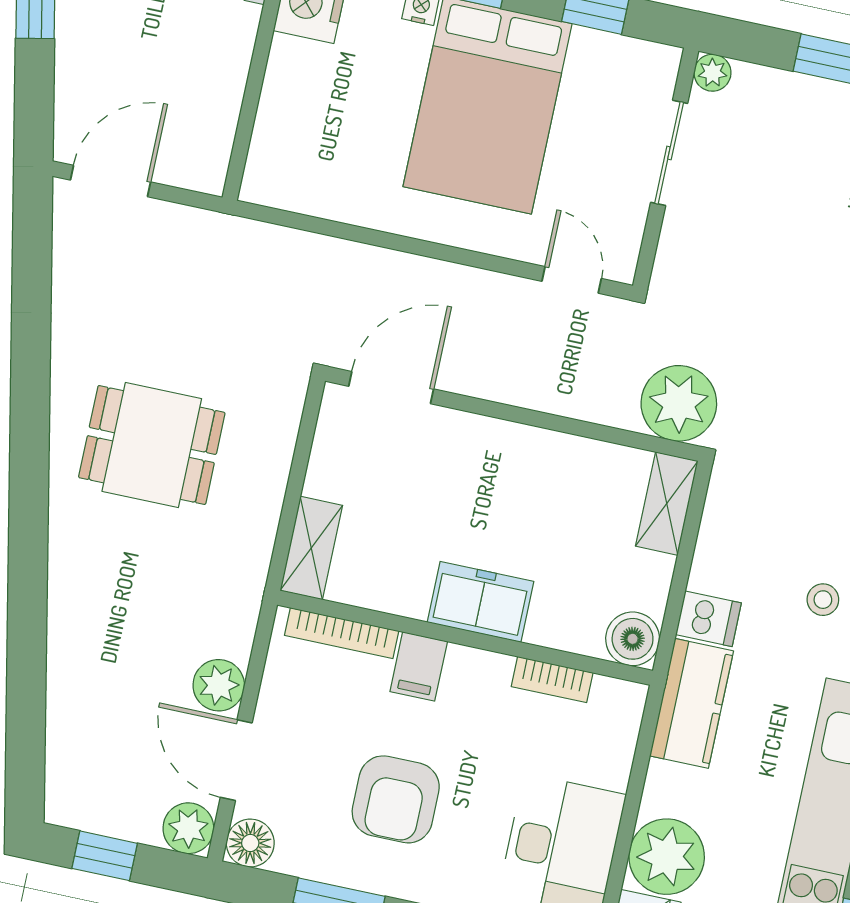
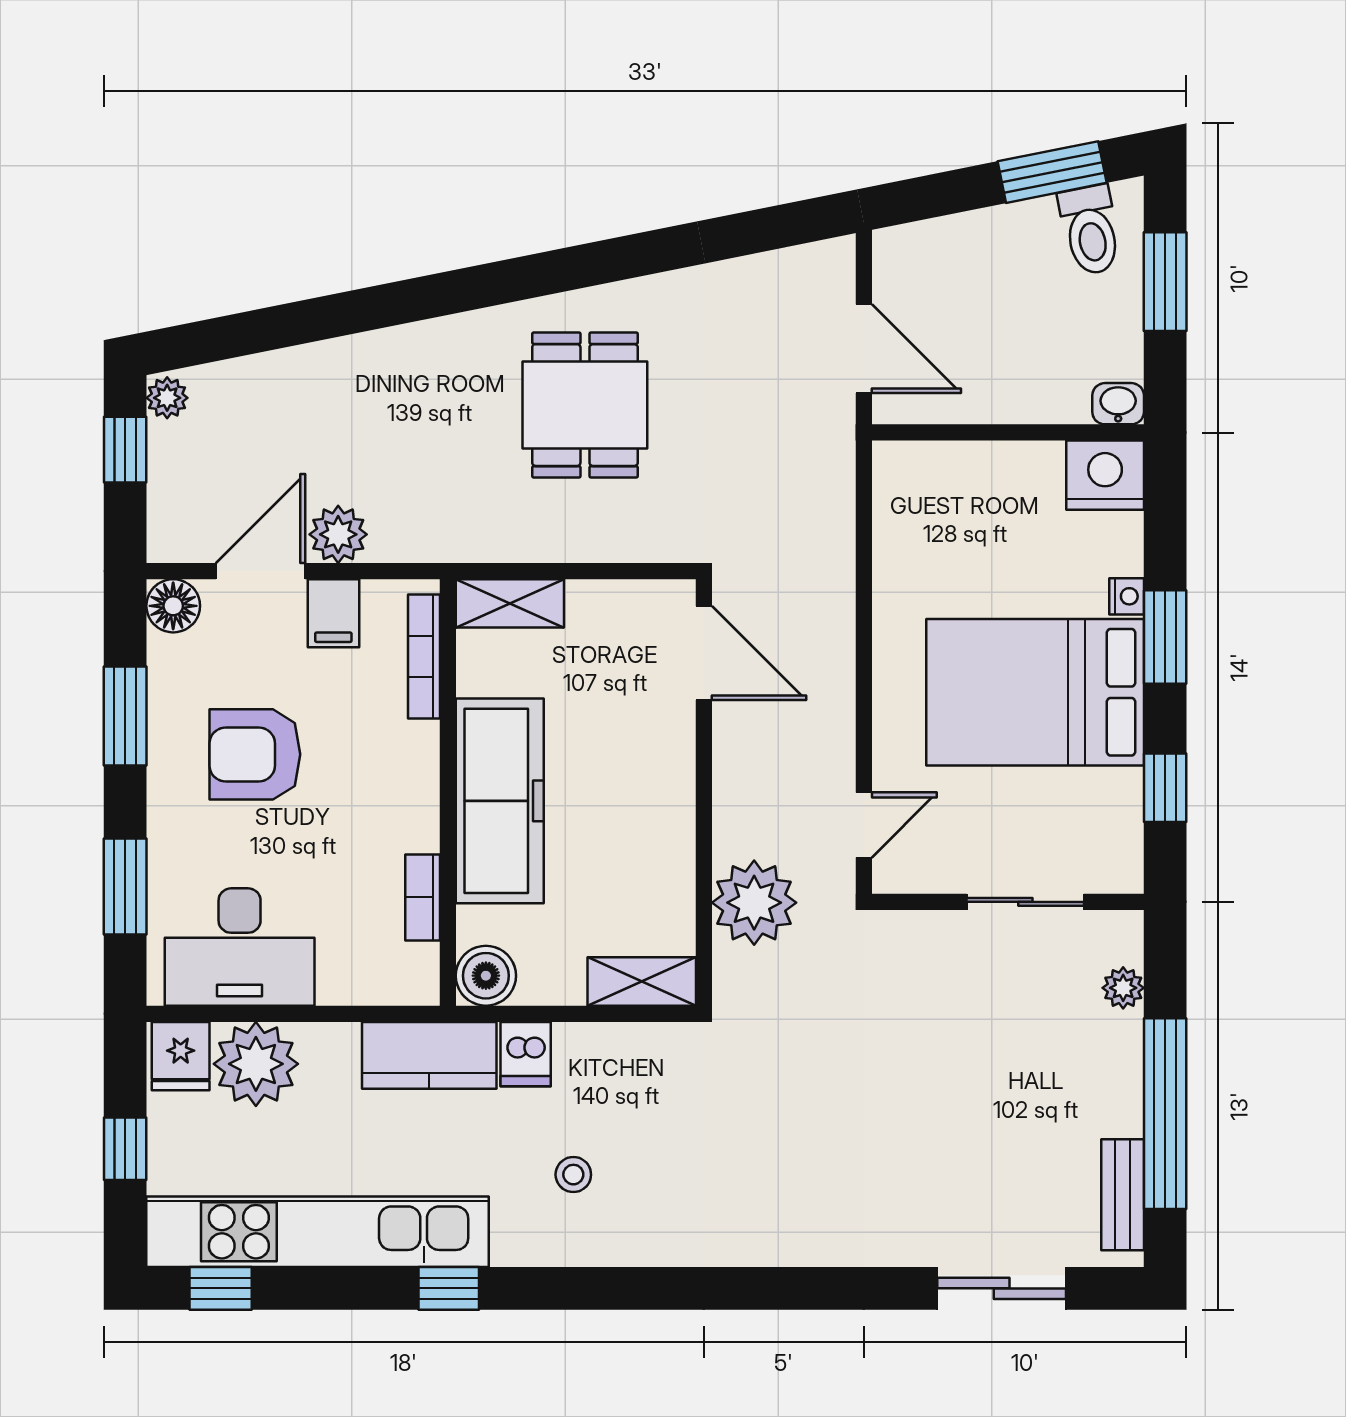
plant: (712, 73) -> (1123, 988), moved
door: (111, 181) -> (864, 349), moved
plant: (679, 403) -> (754, 903), moved
freezer: (480, 602) -> (500, 801), width x1.91, depth x1.26
filing cabinet: (419, 666) -> (333, 613), moved, turned -90
plant: (188, 828) -> (167, 398), moved, width x0.73, depth x0.73

